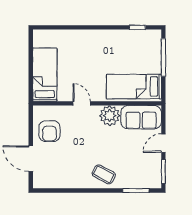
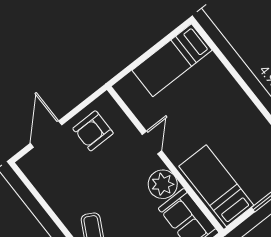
bed: (45, 75) -> (172, 60), moved, turned 180

